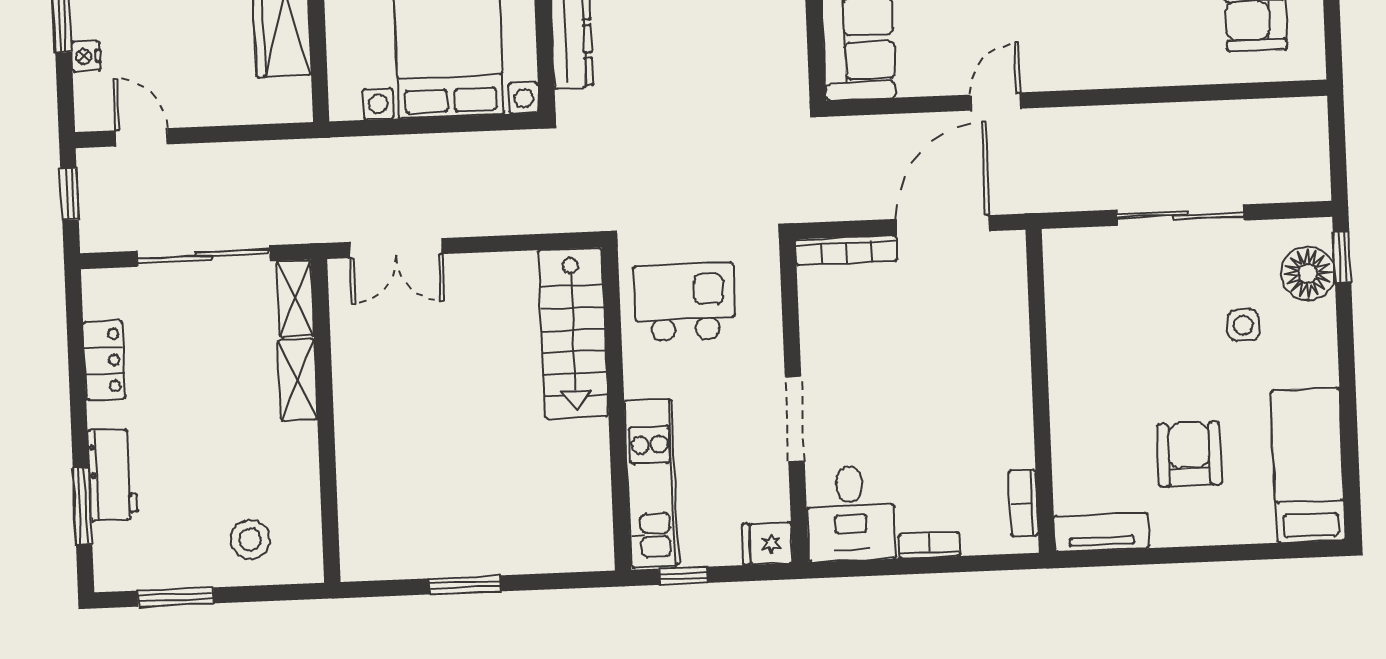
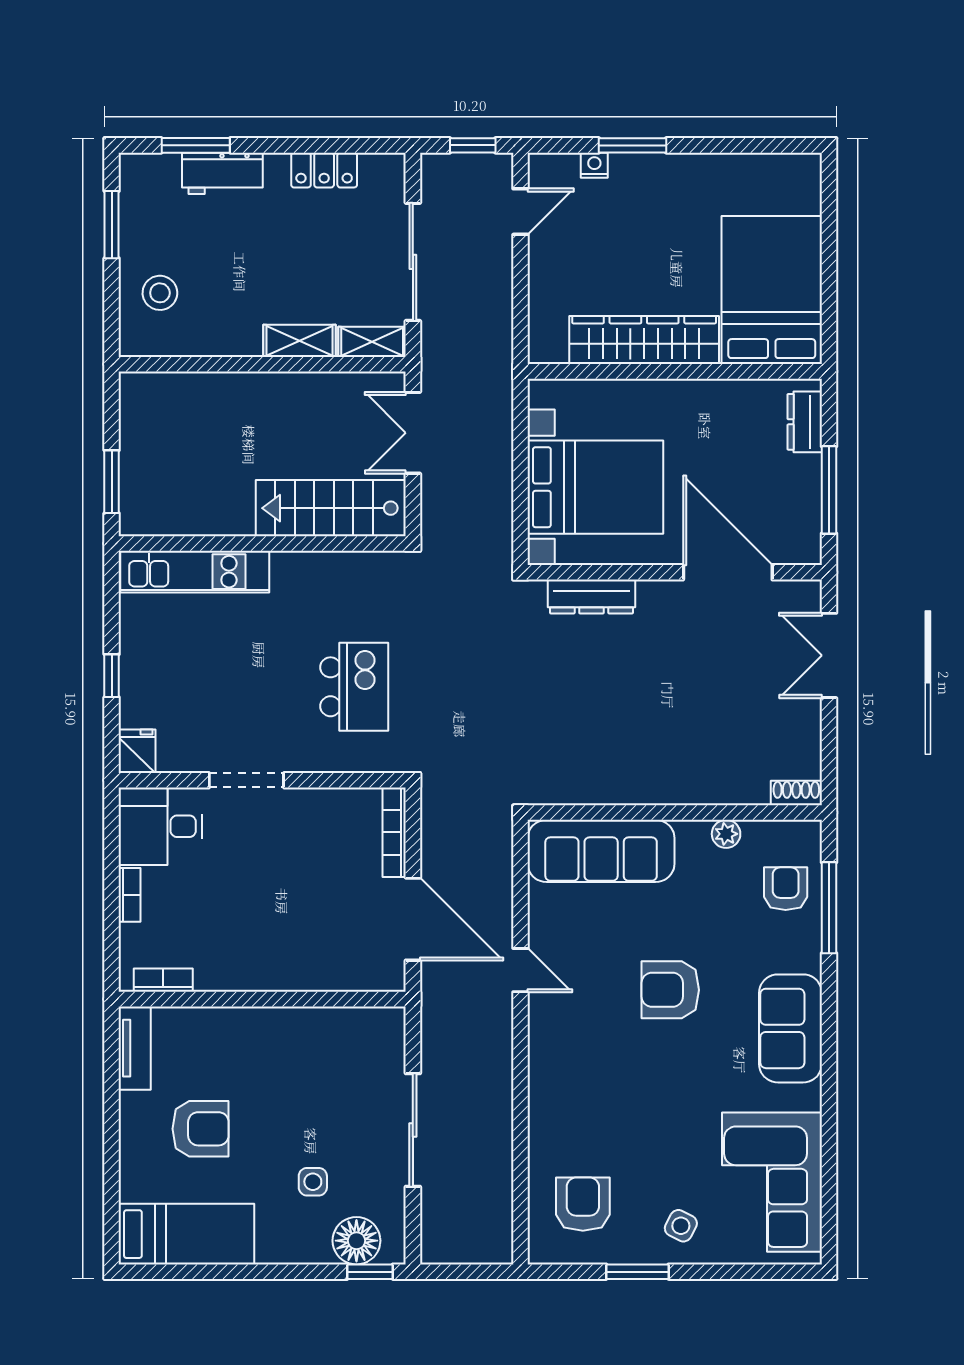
stairs: (573, 333) -> (331, 508), moved
wall: (616, 409) -> (262, 544), moved
kitchen unit: (651, 483) -> (195, 572), moved

